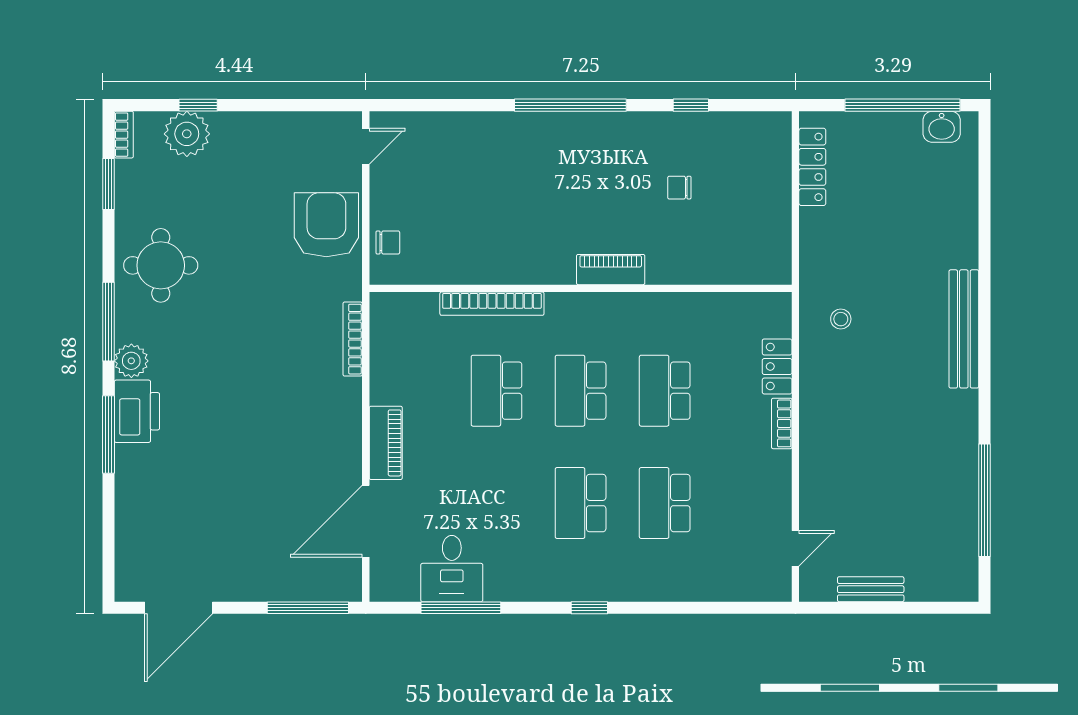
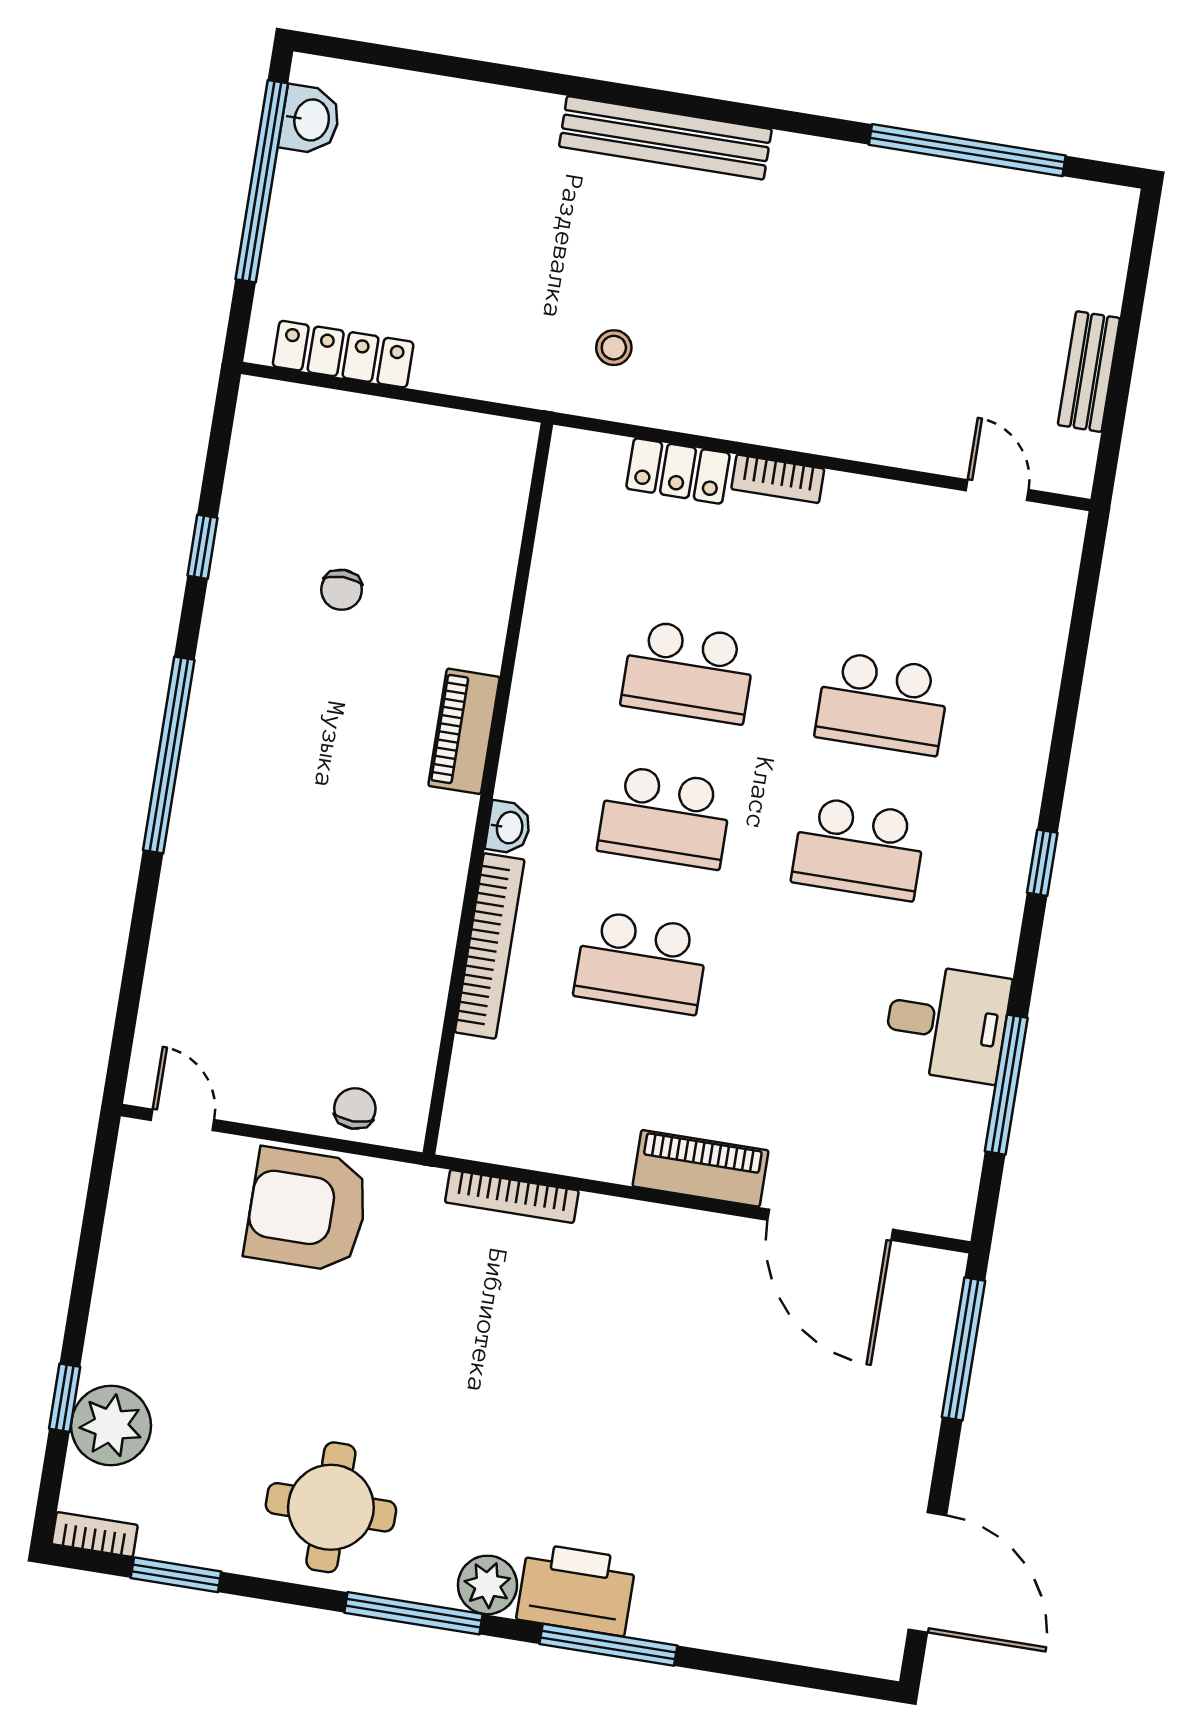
washbasin: (561, 303) -> (508, 827), added
desk: (452, 569) -> (947, 1023), moved

